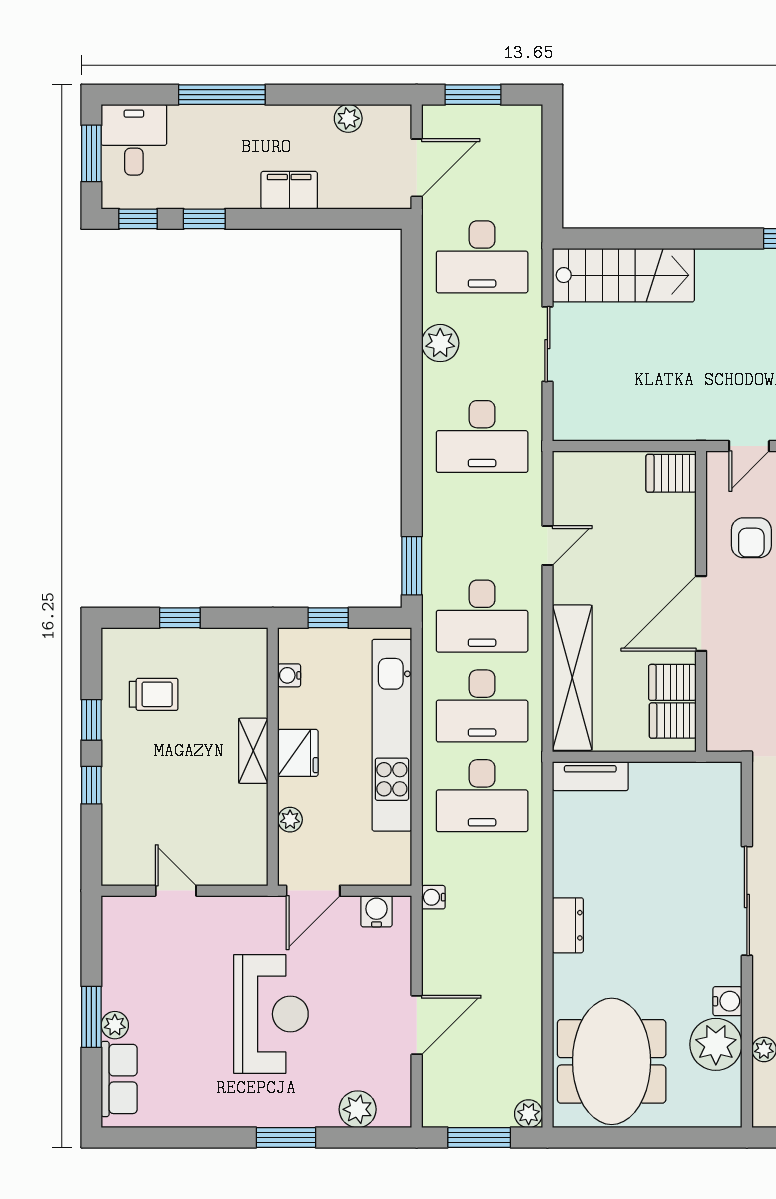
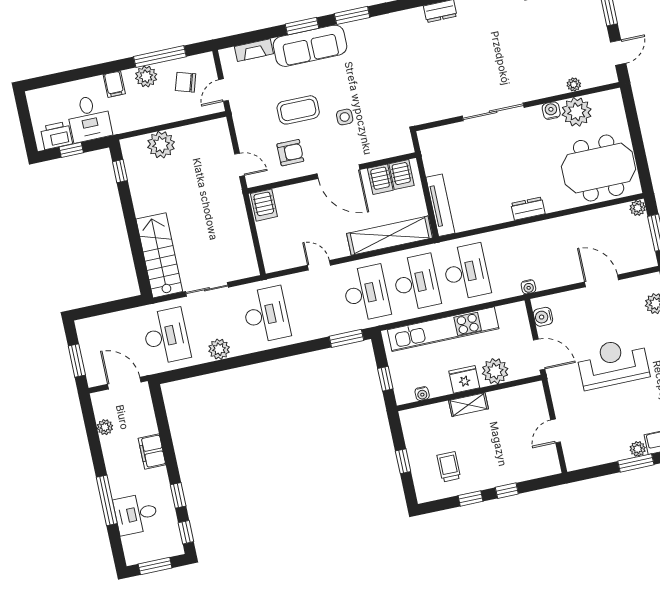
desk: (134, 140) -> (136, 514), moved
tv unit: (590, 776) -> (440, 205), width x1.41
plant: (290, 820) -> (495, 371), width x1.88, depth x1.88

